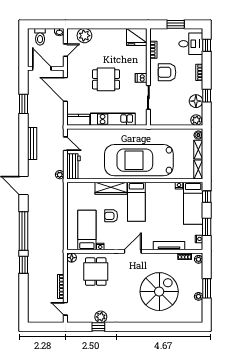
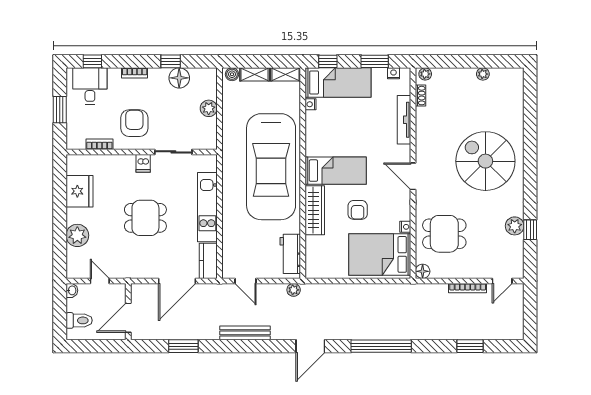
plant: (84, 36) -> (77, 235), moved
fridge: (137, 37) -> (79, 191), moved
armchair: (167, 72) -> (134, 123), turned 180
dining table: (106, 79) -> (145, 218), turned 90
door: (65, 89) -> (177, 281), moved
plant: (196, 120) -> (209, 108), moved
door: (65, 144) -> (245, 281), swing flipped
workbench: (74, 166) -> (290, 254), moved, turned -90
bed: (87, 230) -> (380, 254), width x1.50
window: (23, 265) -> (470, 346), moved
window: (207, 288) -> (471, 61), removed
spiral stairs: (159, 292) -> (485, 161), moved

